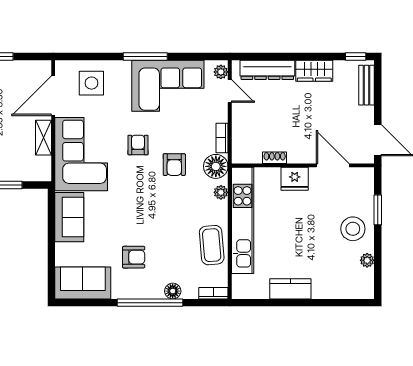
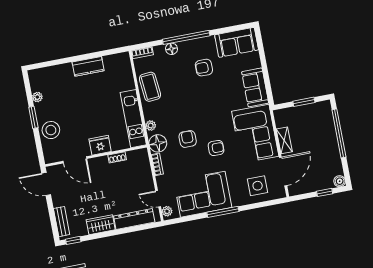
armchair: (138, 145) -> (216, 148), turned -90
window: (378, 210) -> (33, 117), moved
kitchen unit: (243, 220) -> (133, 119), width x0.73
stool: (353, 229) -> (51, 130), moved

